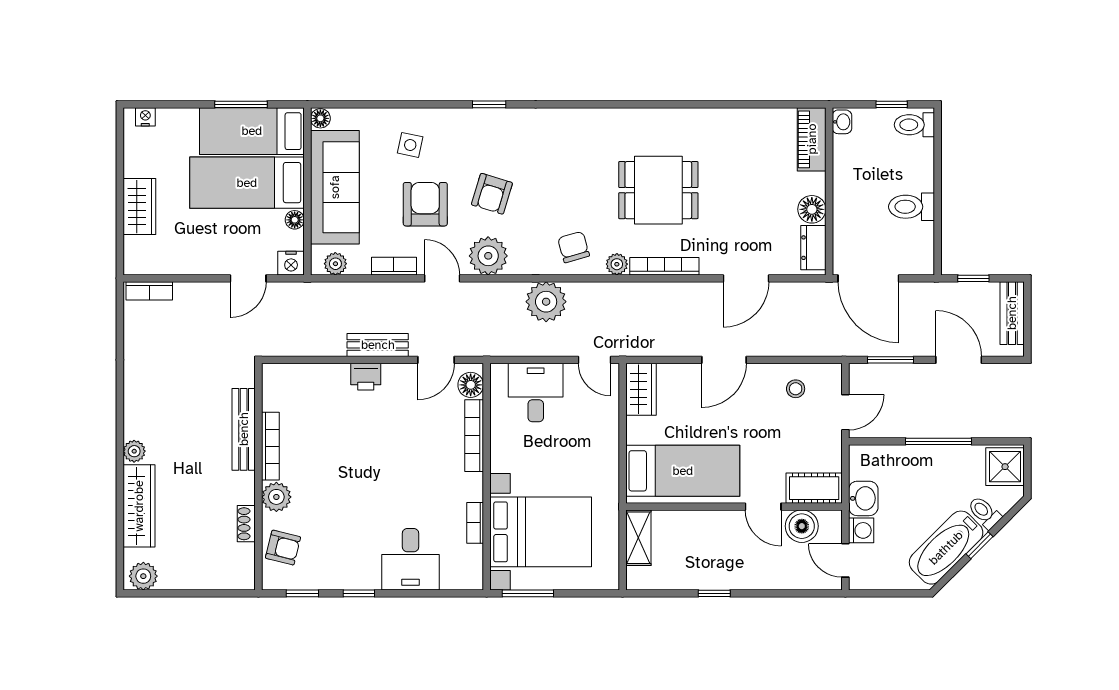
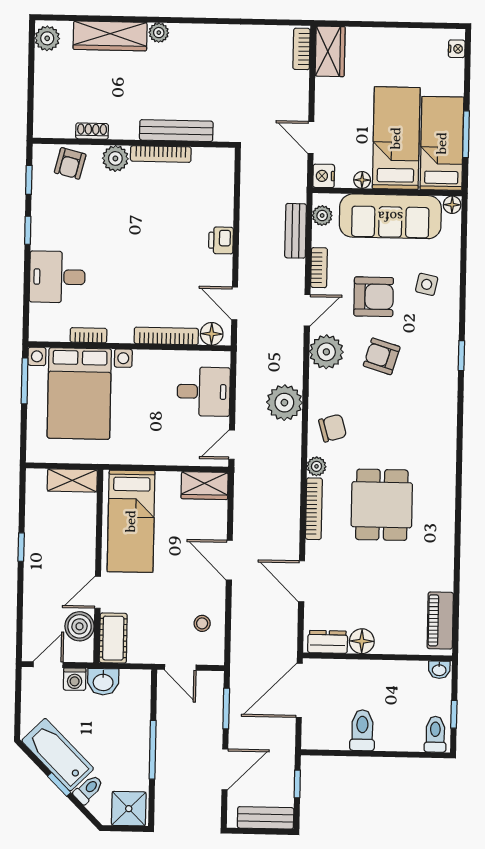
piano: (812, 139) -> (440, 621), moved, turned -90
wardrobe: (139, 207) -> (330, 51), moved, turned -90
bench: (378, 345) -> (296, 231), moved

